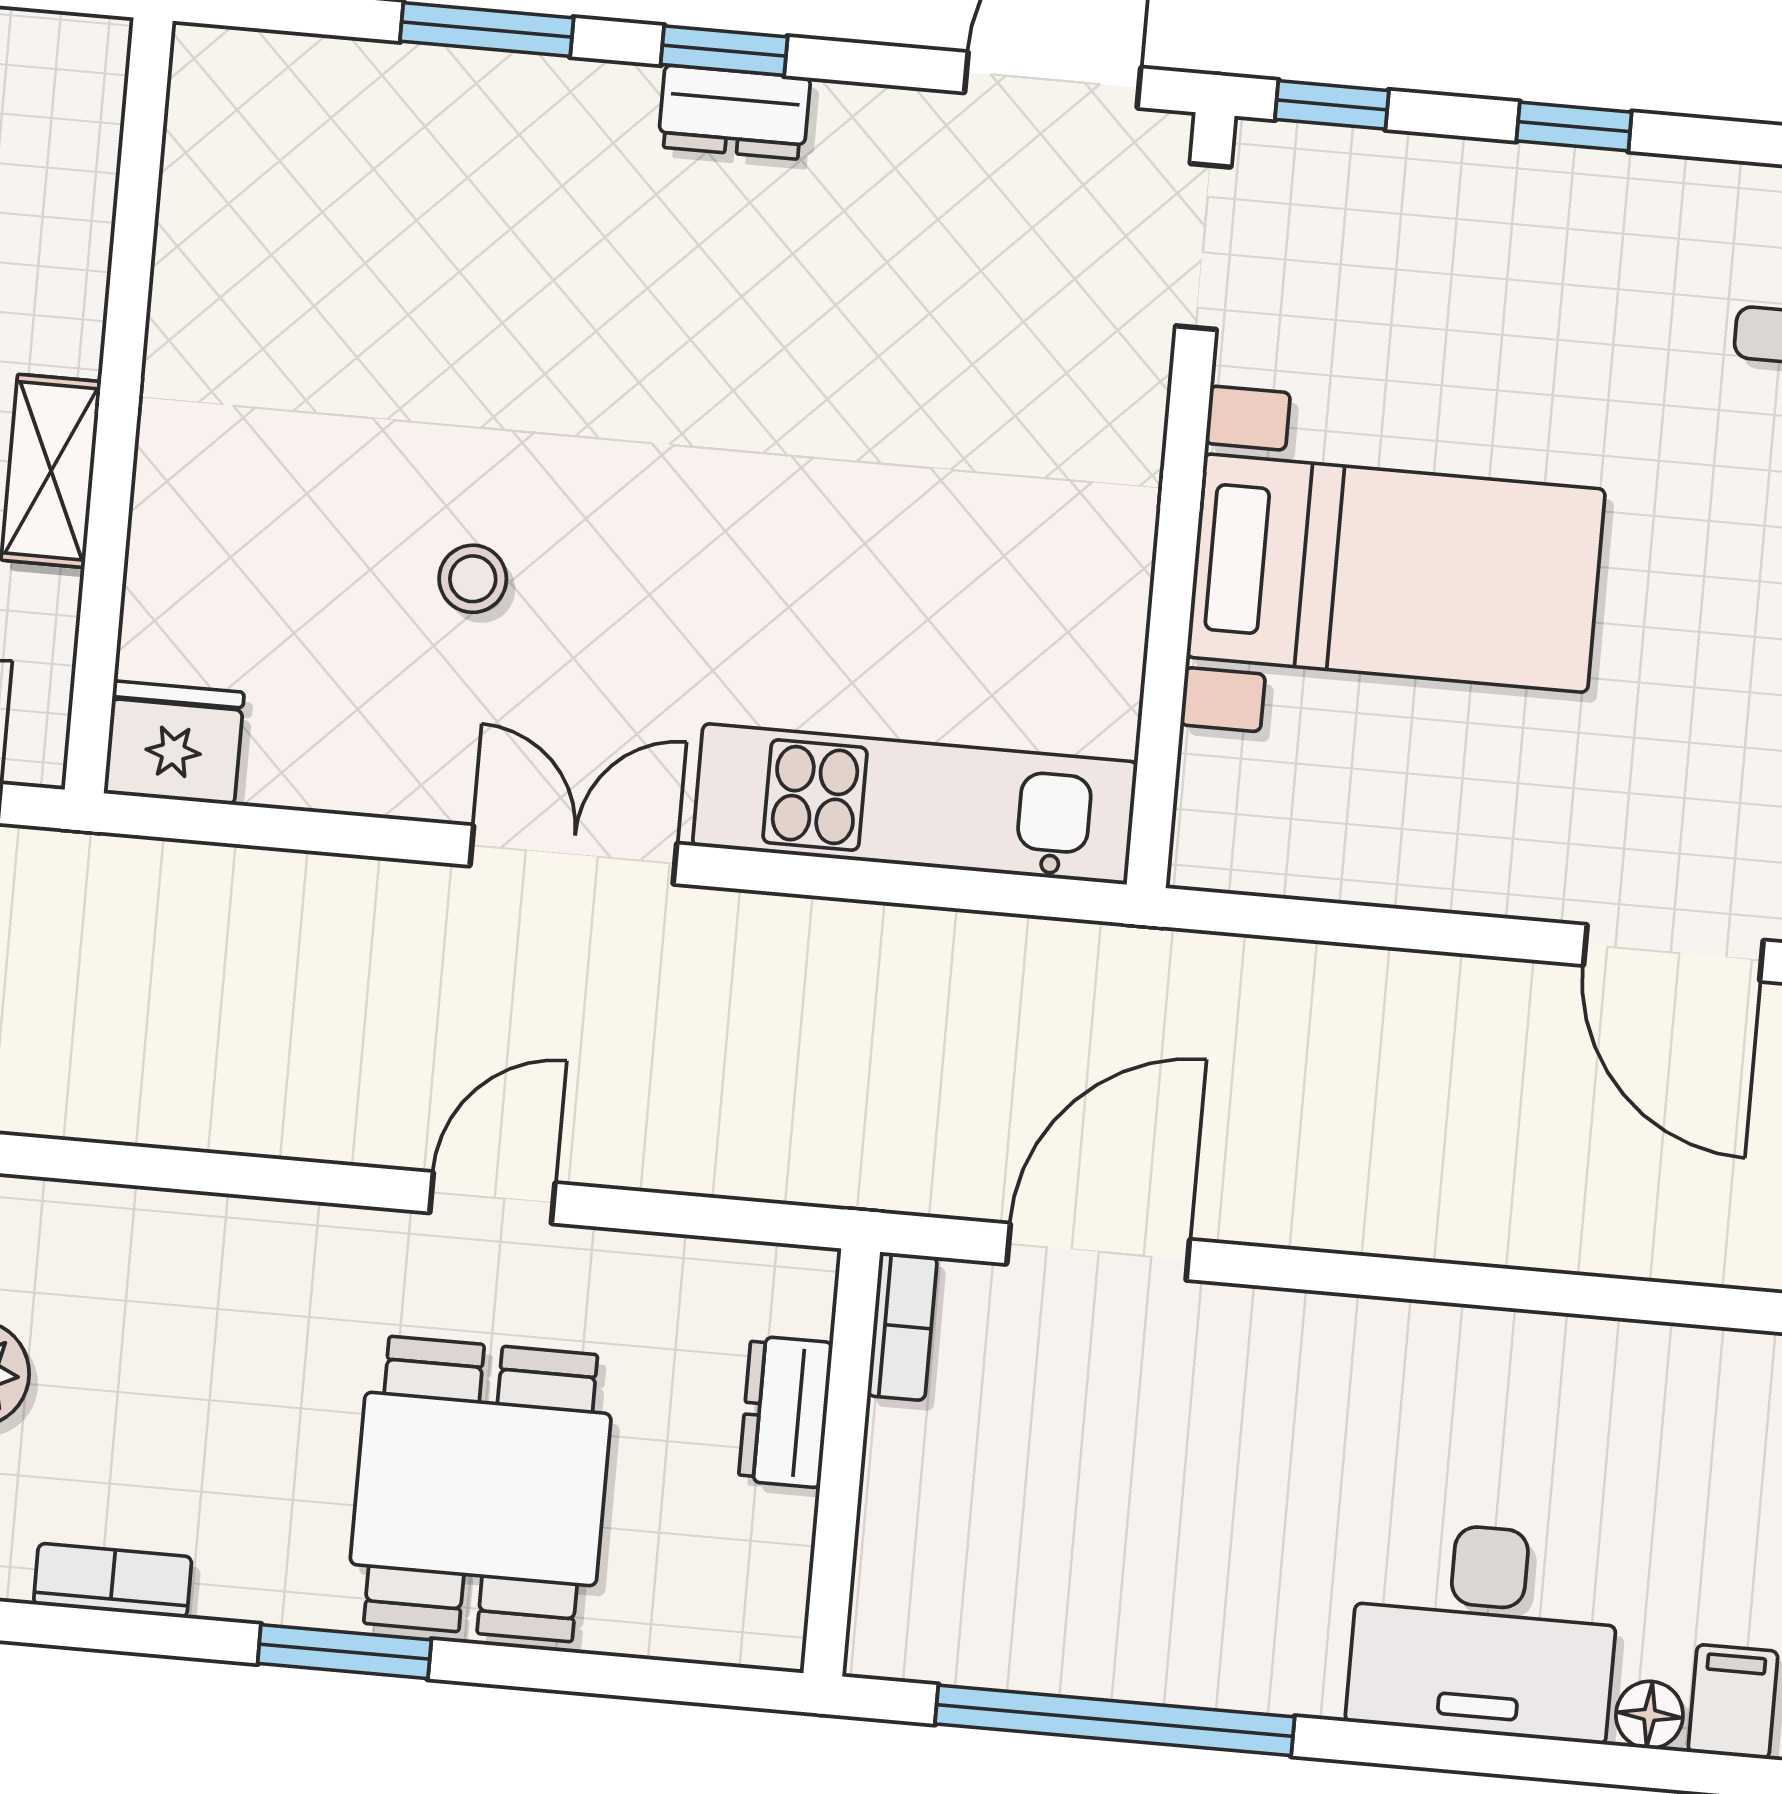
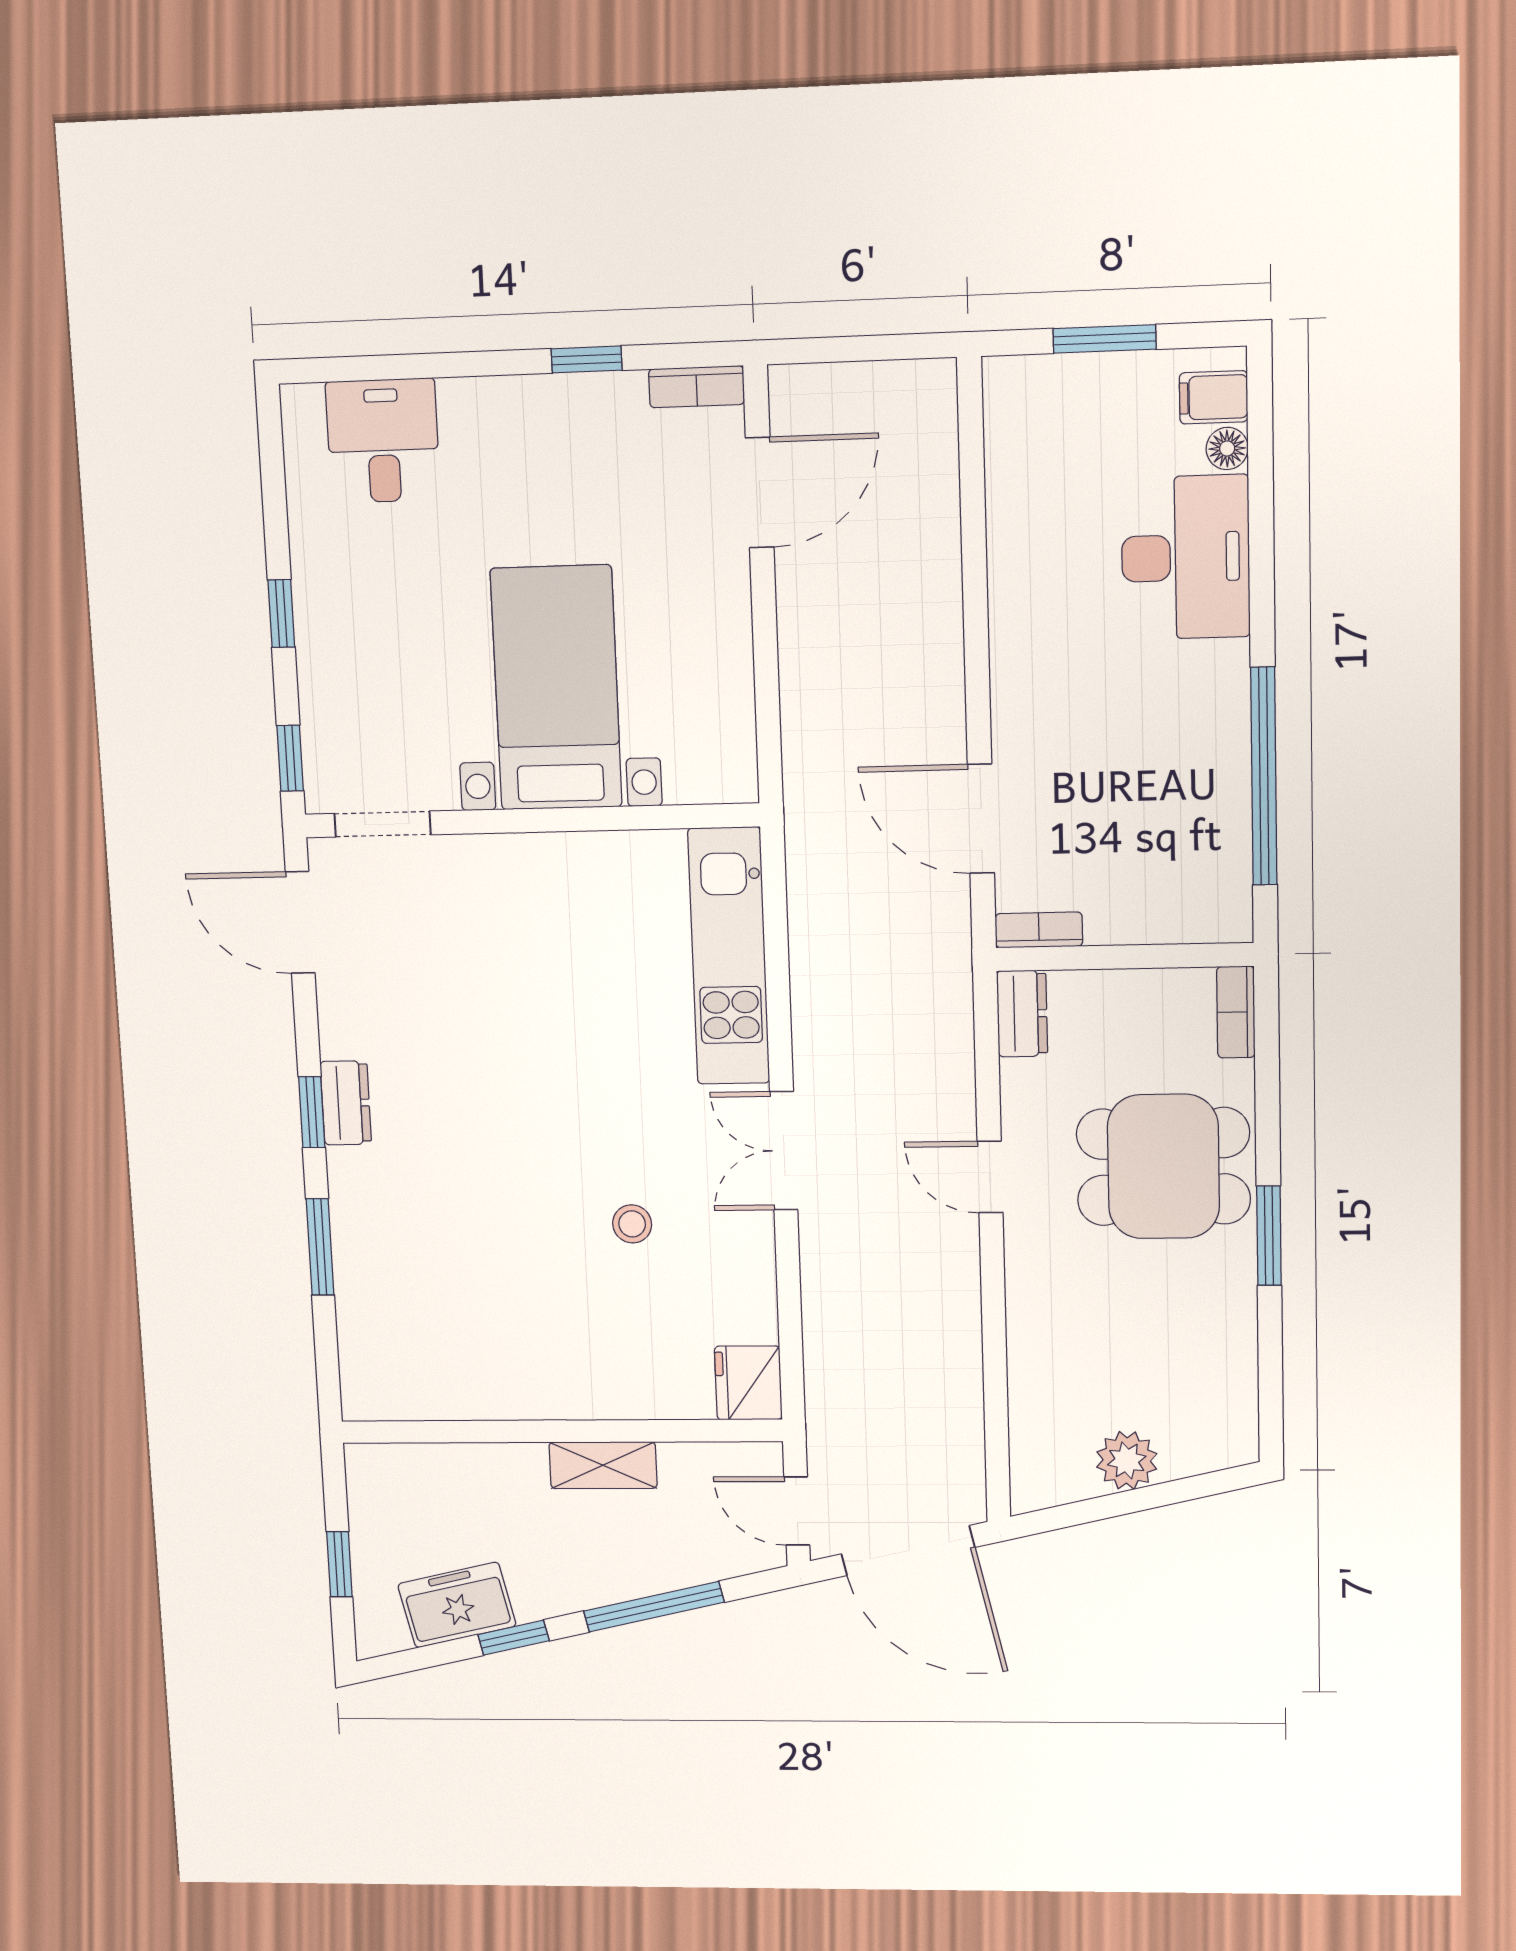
dresser: (786, 1412) -> (1022, 1014), moved, turned -90
bookcase: (113, 1581) -> (1236, 1012), moved

